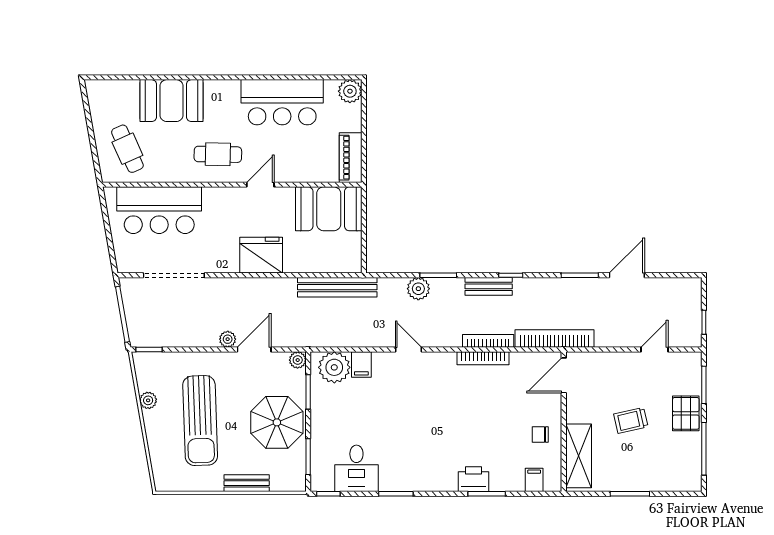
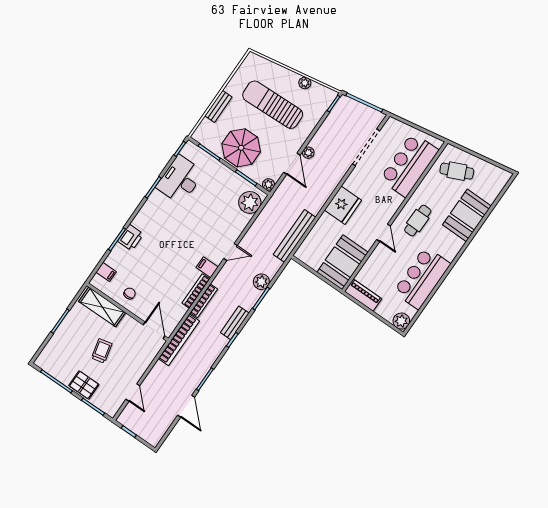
filing cabinet: (361, 364) -> (207, 267), moved
desk: (356, 468) -> (180, 180), width x1.37

